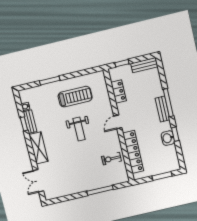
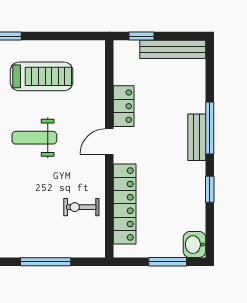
bench: (144, 65) -> (173, 49), width x1.36
locker: (119, 91) -> (124, 106), moved
weight bench: (79, 129) -> (34, 138), turned 90
washbasin: (168, 138) -> (194, 245), moved

